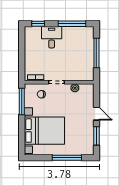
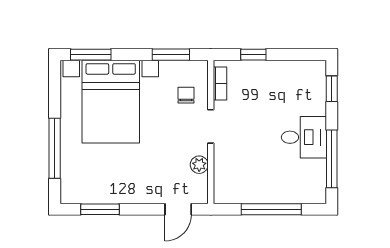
desk: (52, 37) -> (304, 137), moved
window: (22, 62) -> (253, 55), added
window: (22, 102) -> (171, 55), width x0.69
door: (96, 114) -> (178, 209), moved
window: (22, 140) -> (91, 55), added

